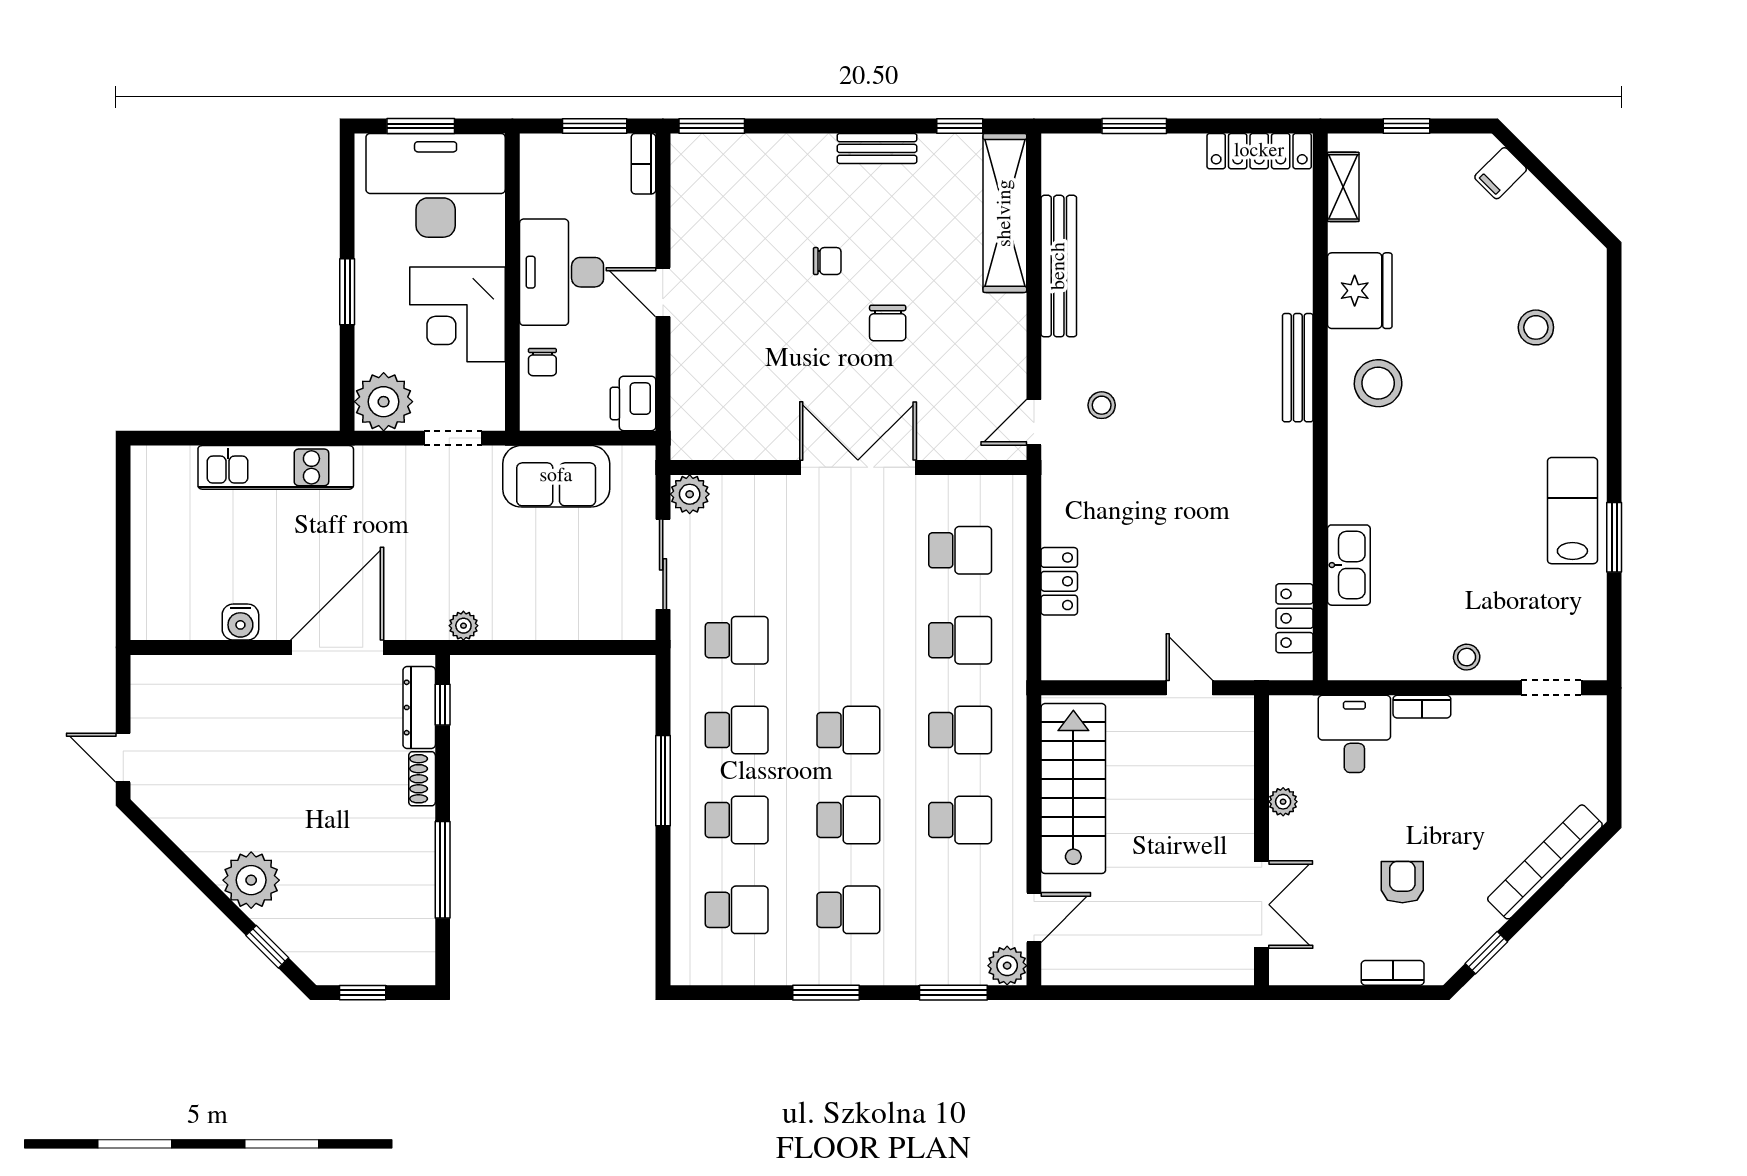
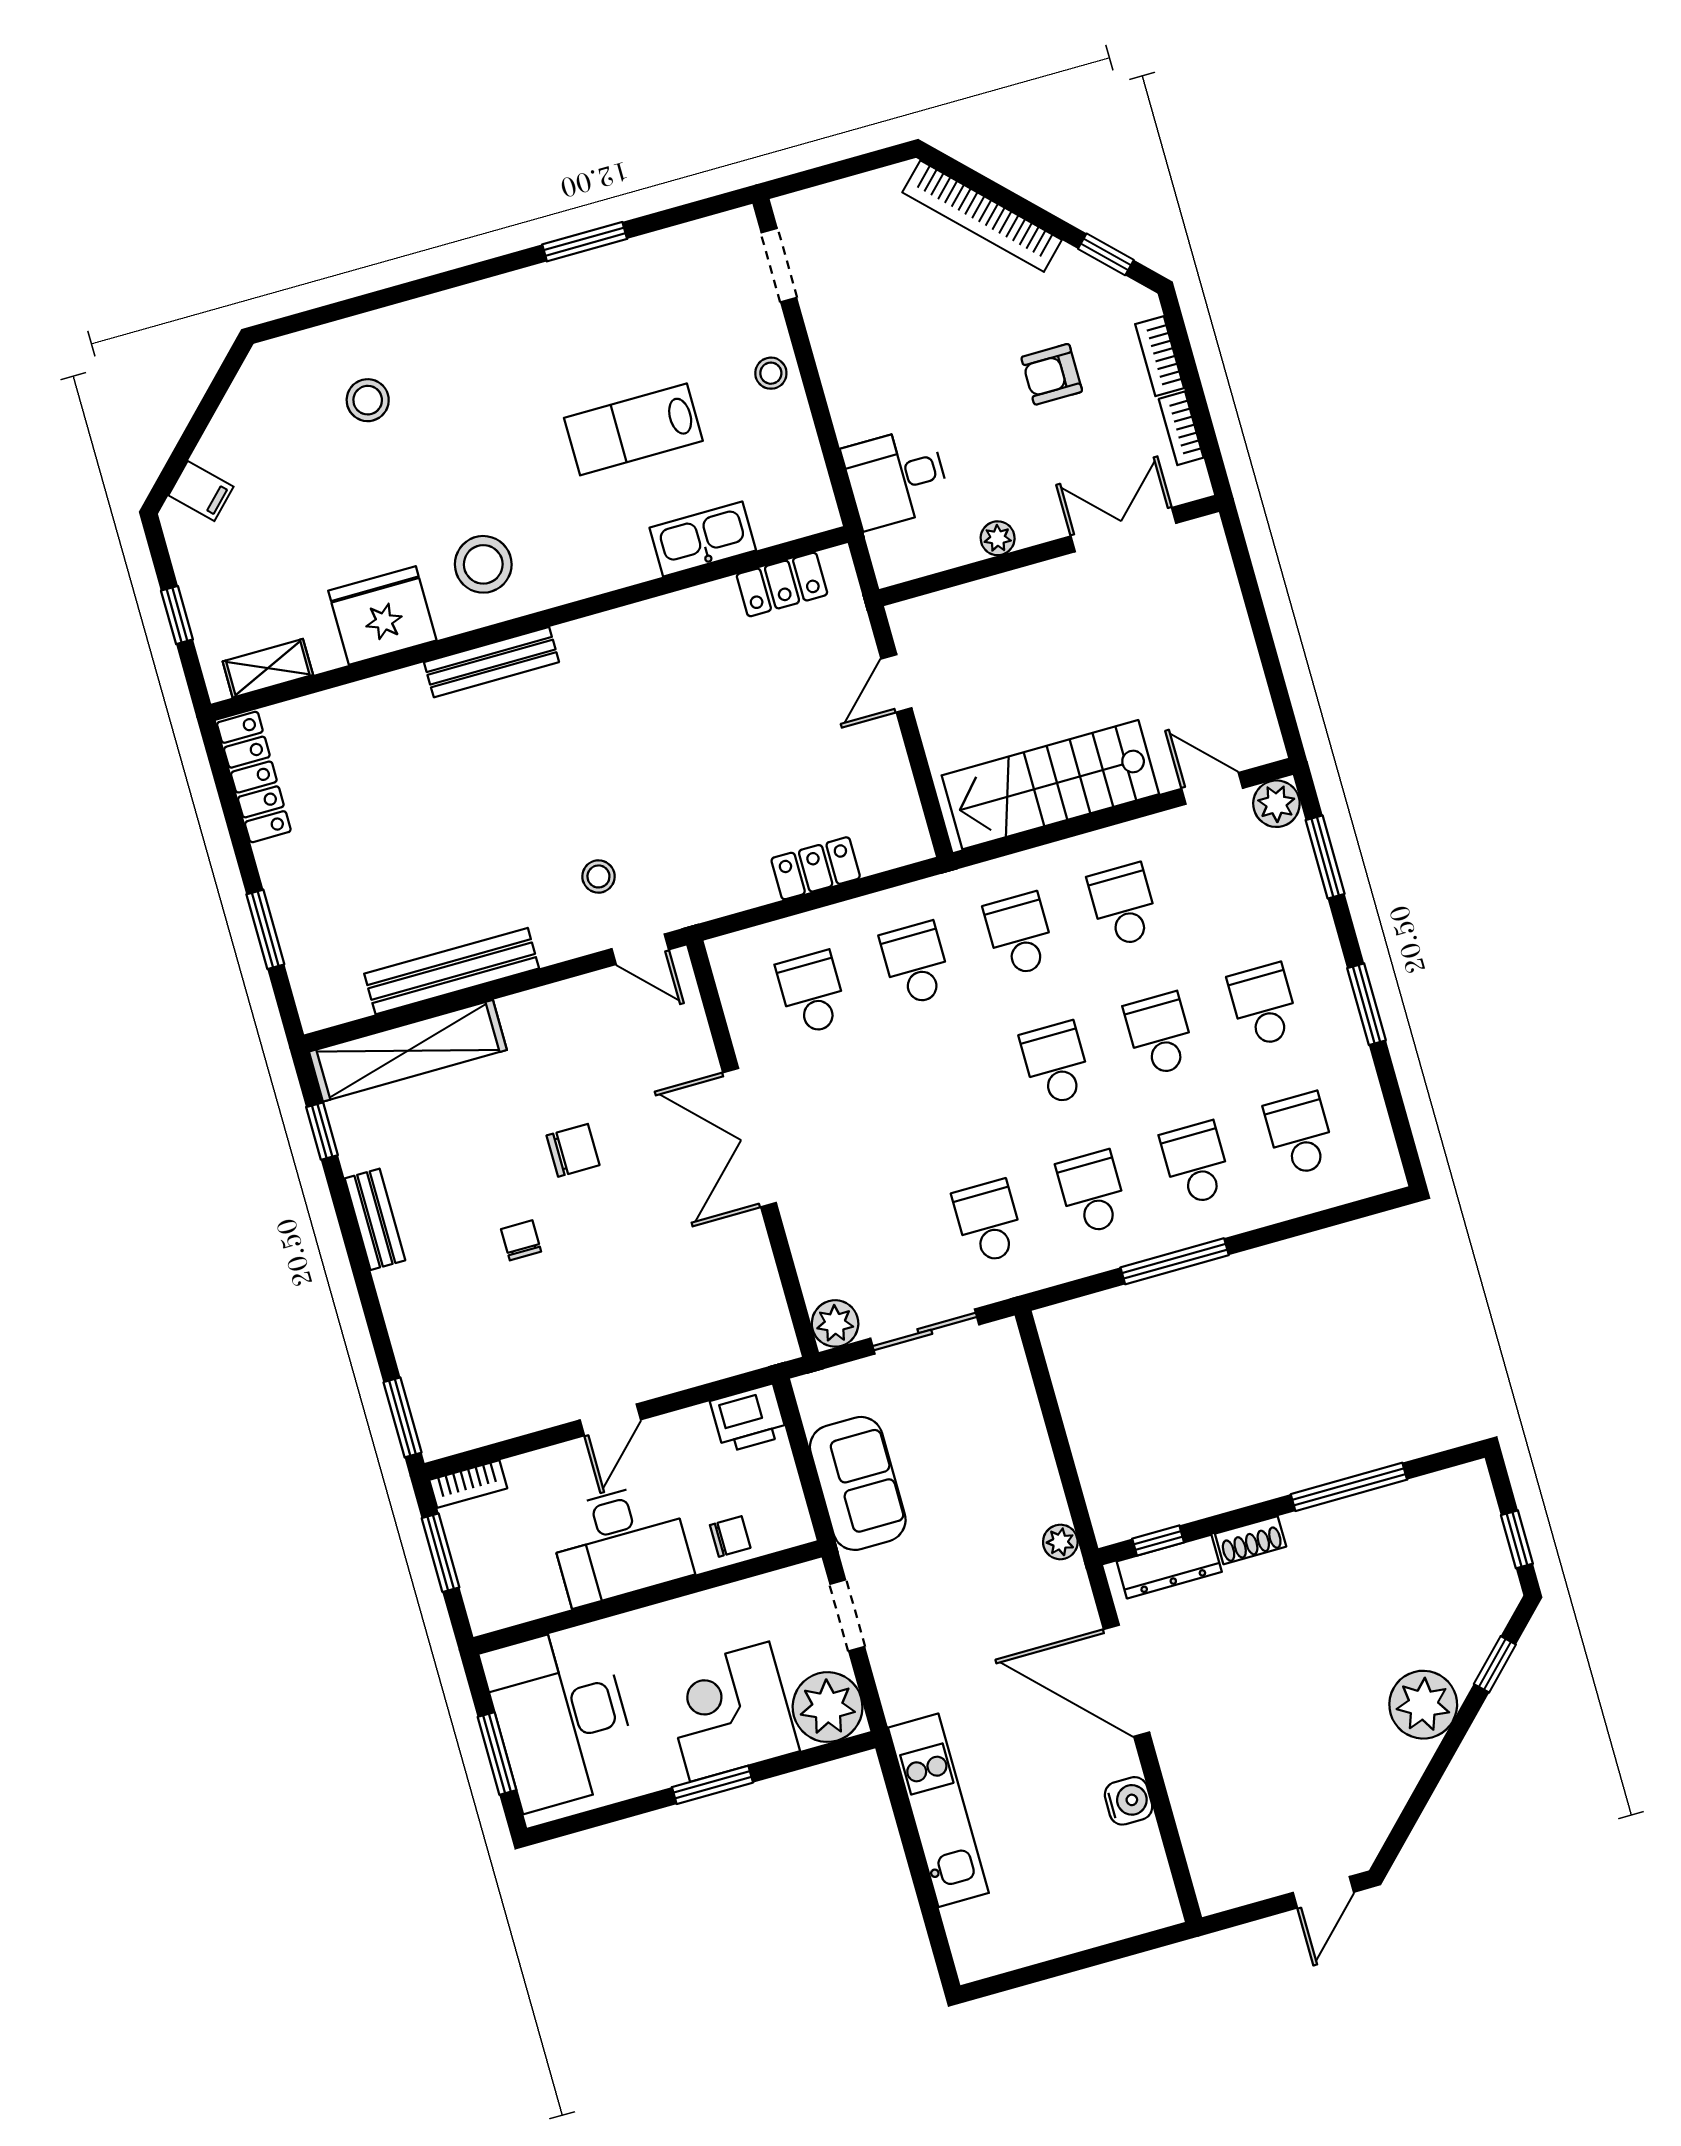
corner desk: (458, 314) -> (730, 1712), moved, turned 180
lab bench: (1572, 511) -> (633, 429), moved
bookcase: (1422, 707) -> (1181, 428), moved, turned 180

